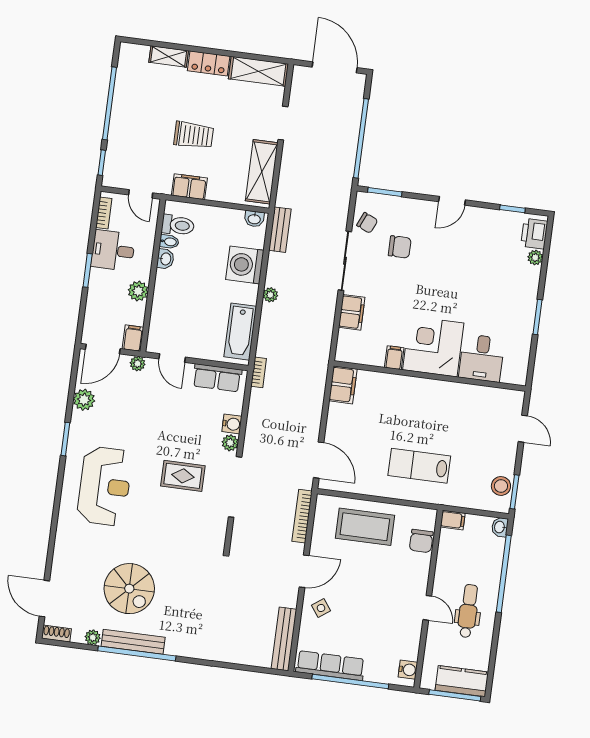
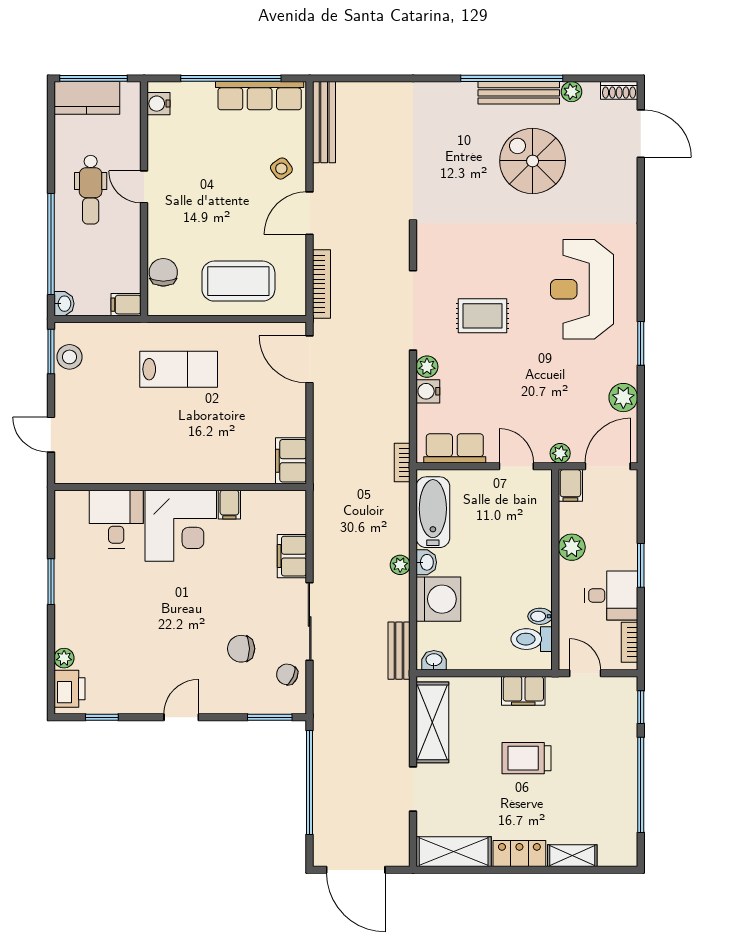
washbasin: (165, 259) -> (426, 562), moved, turned 180

